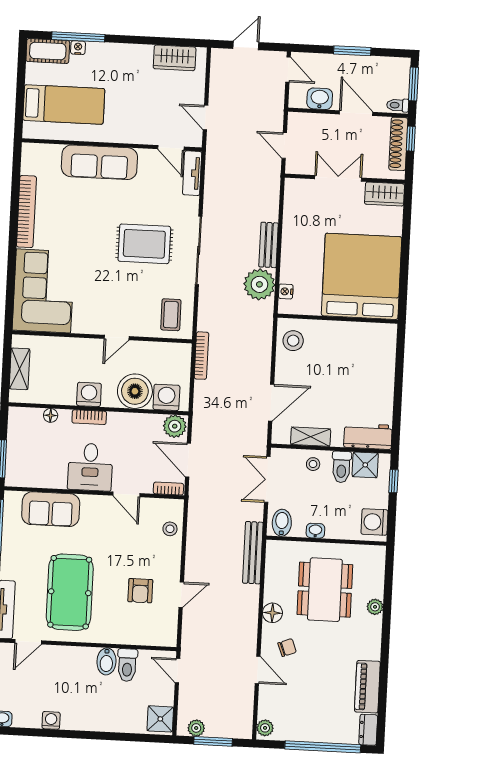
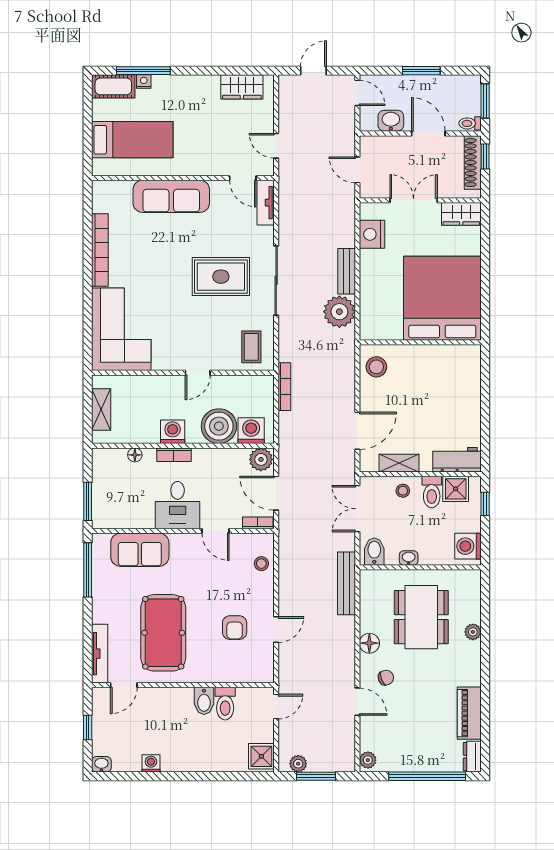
nightstand: (286, 291) -> (372, 234), moved, width x1.89, depth x1.79
door: (177, 671) -> (276, 707), swing flipped

